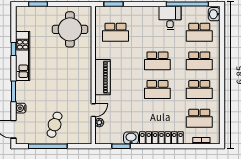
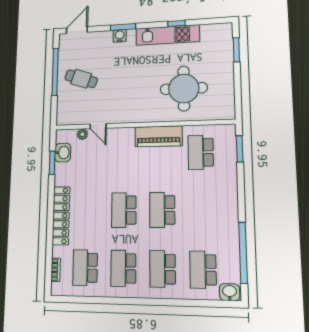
desk: (170, 18) -> (222, 228), removed
round table: (70, 29) -> (184, 88), moved
piano: (103, 77) -> (159, 136), moved
water cooler: (21, 108) -> (120, 36), moved
washbasin: (131, 138) -> (63, 153), moved

